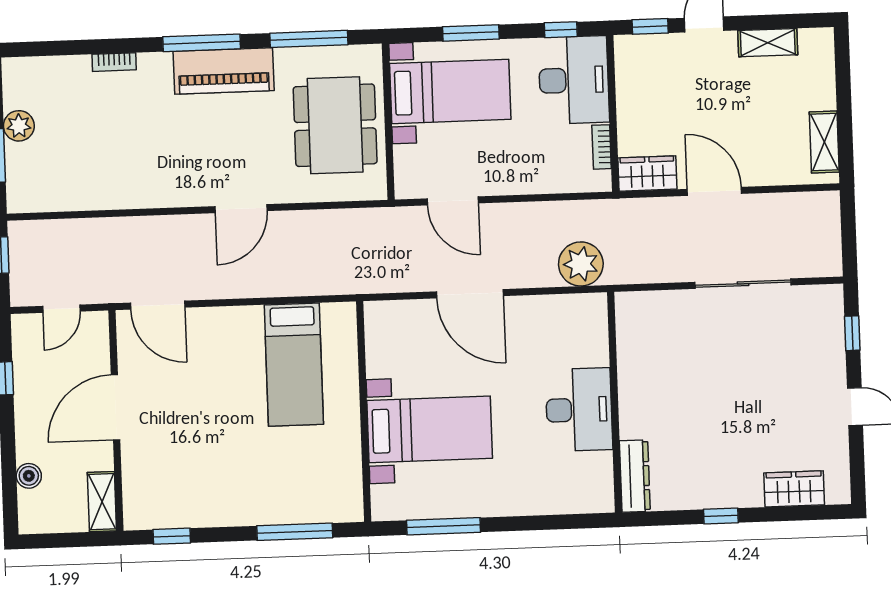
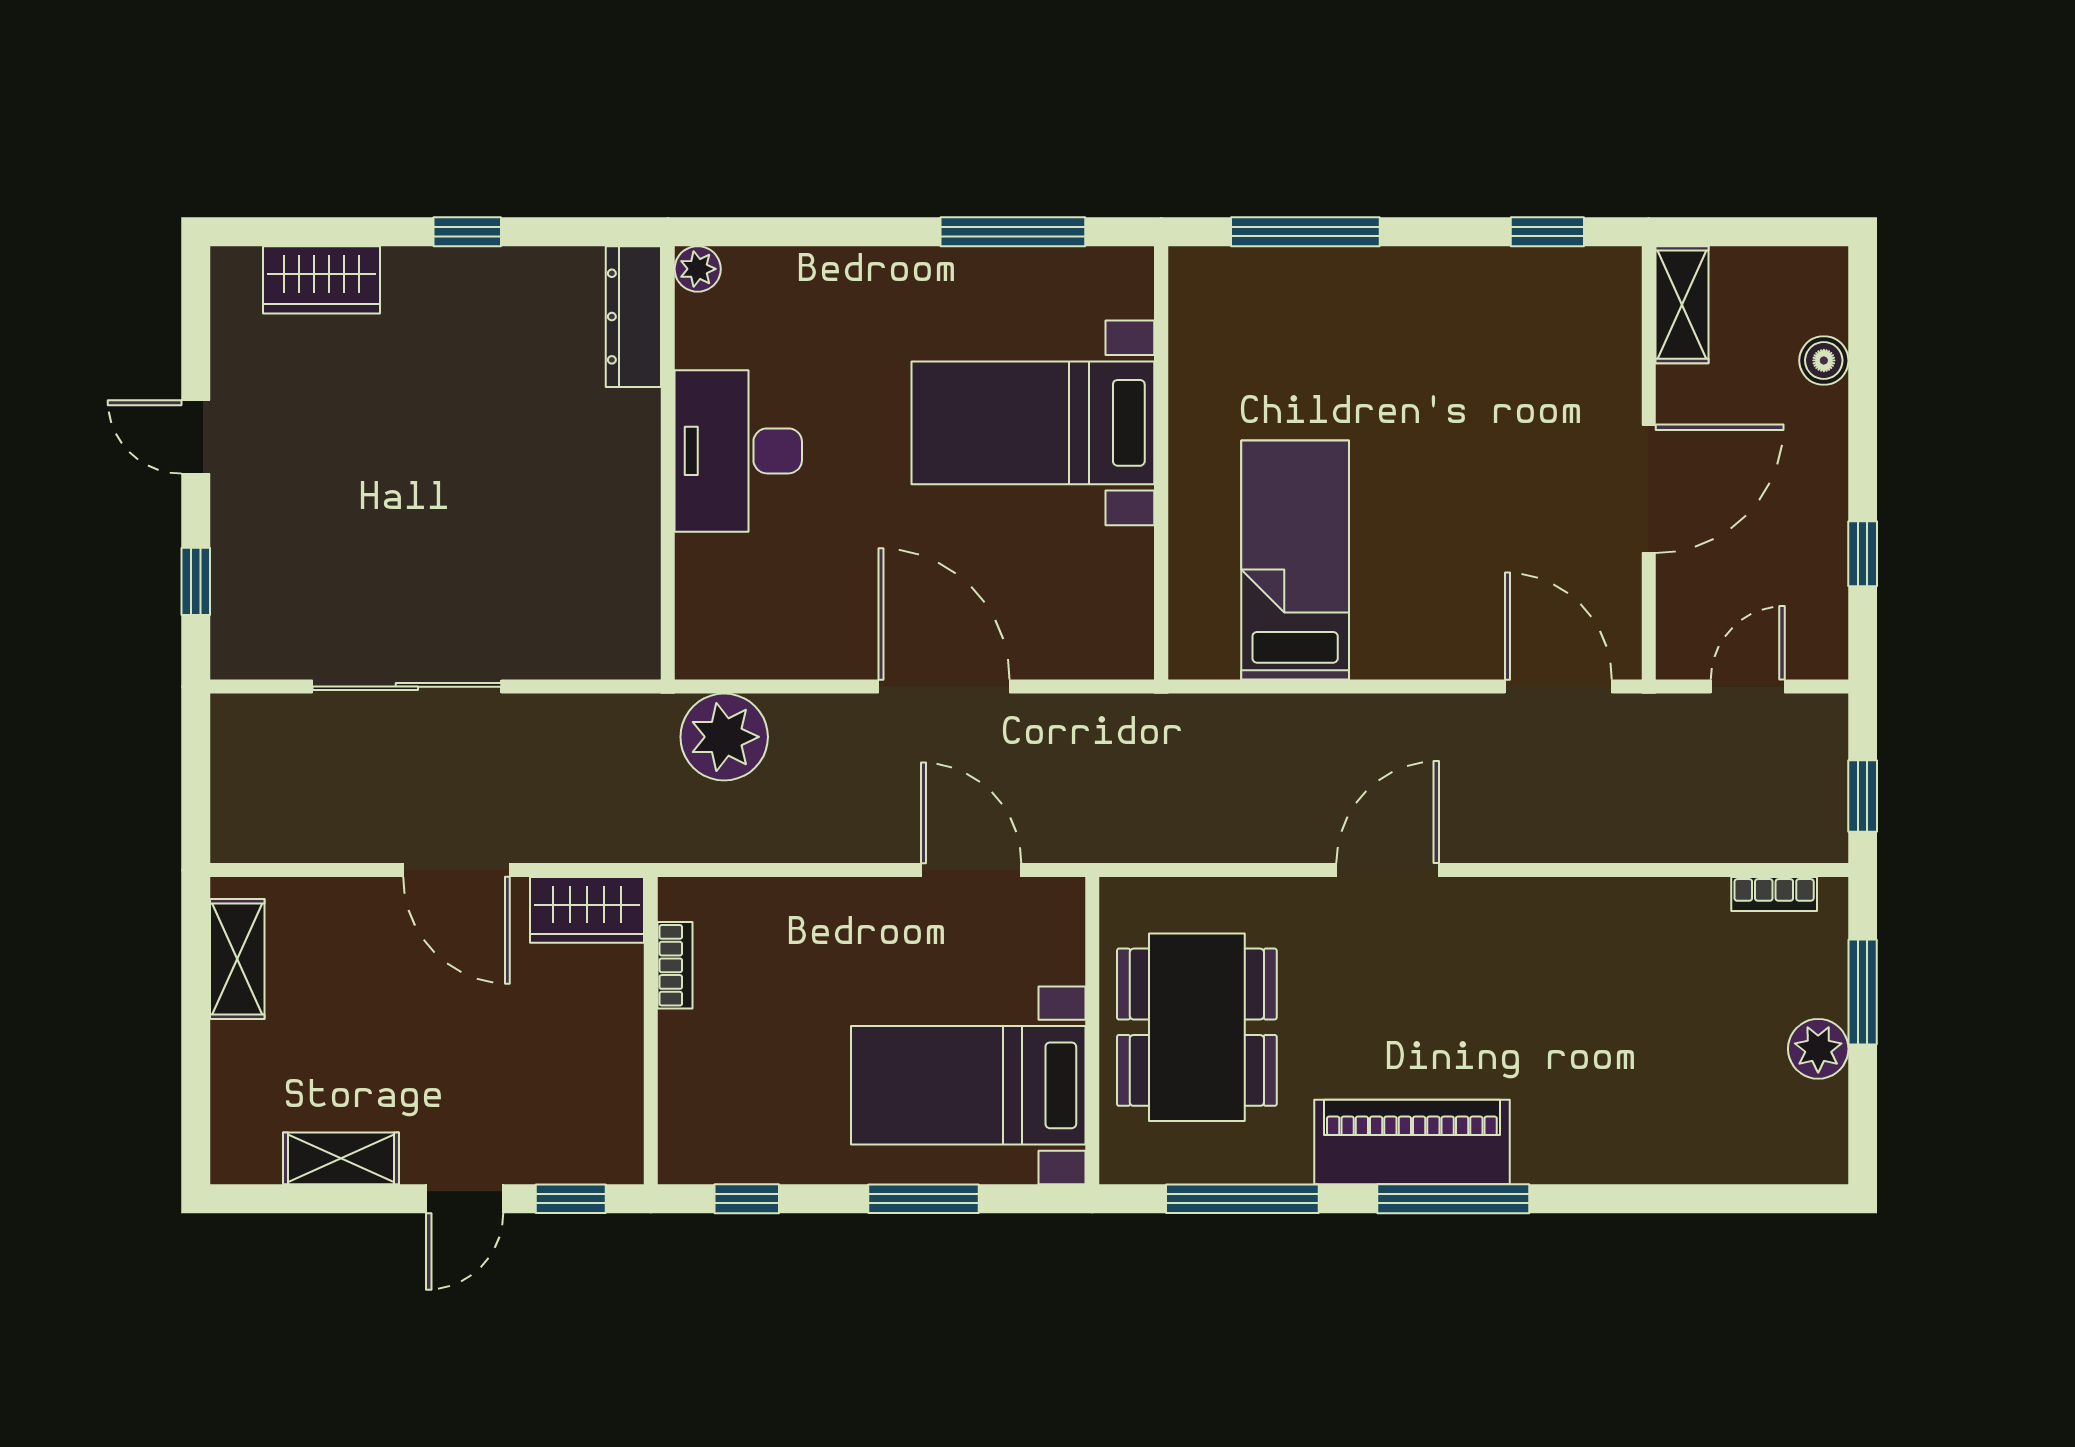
bookcase: (114, 62) -> (1774, 894), moved, turned 180
desk: (574, 80) -> (725, 1099), removed
plant: (603, 501) -> (698, 269), added

